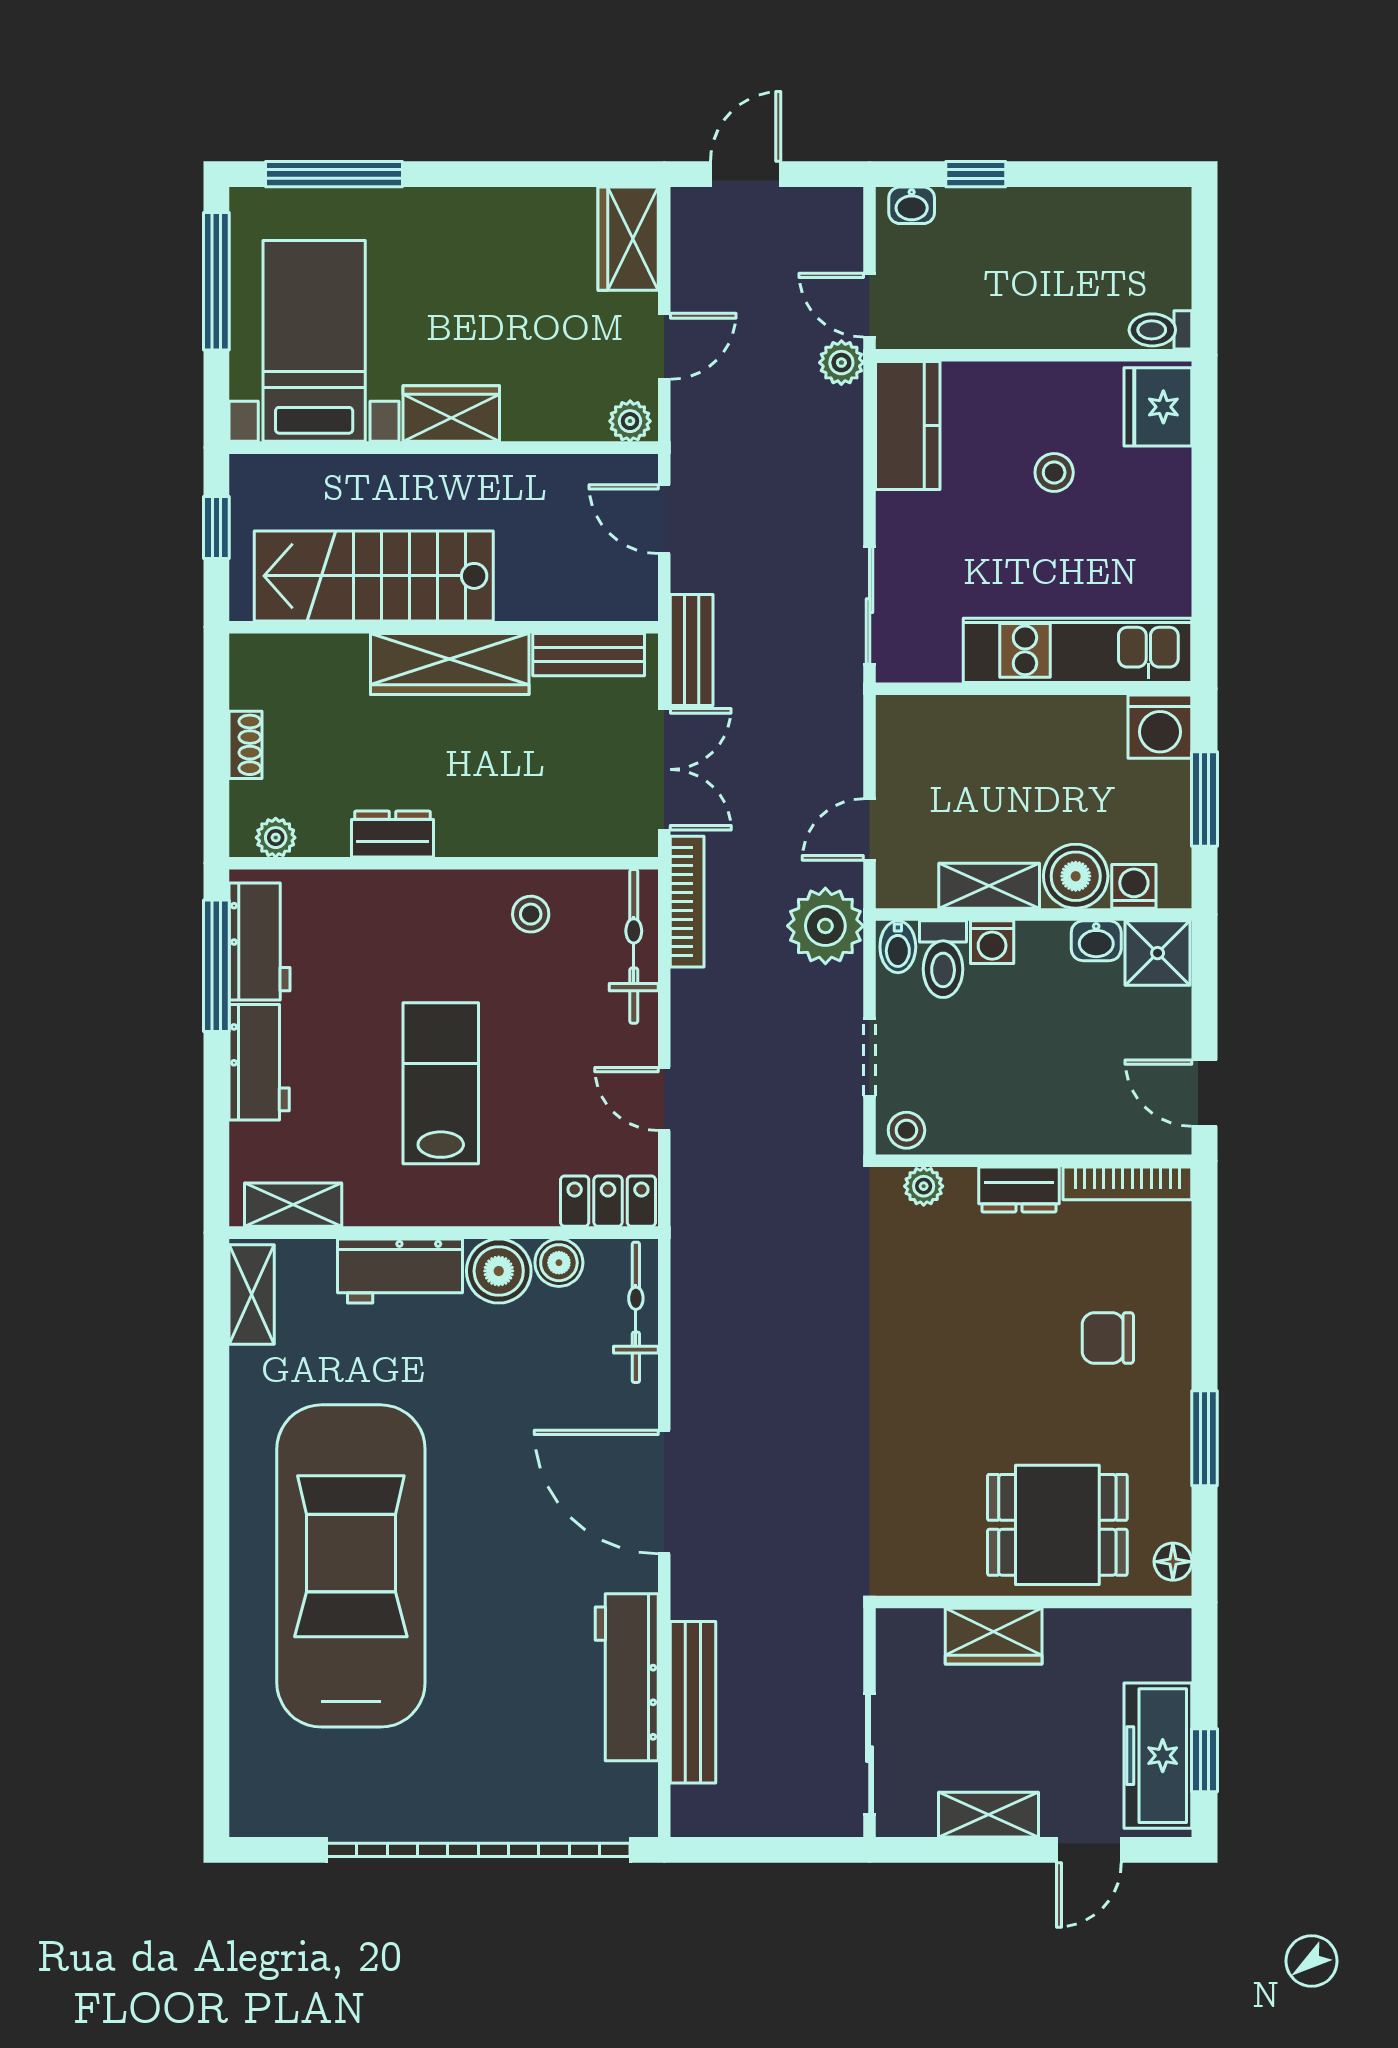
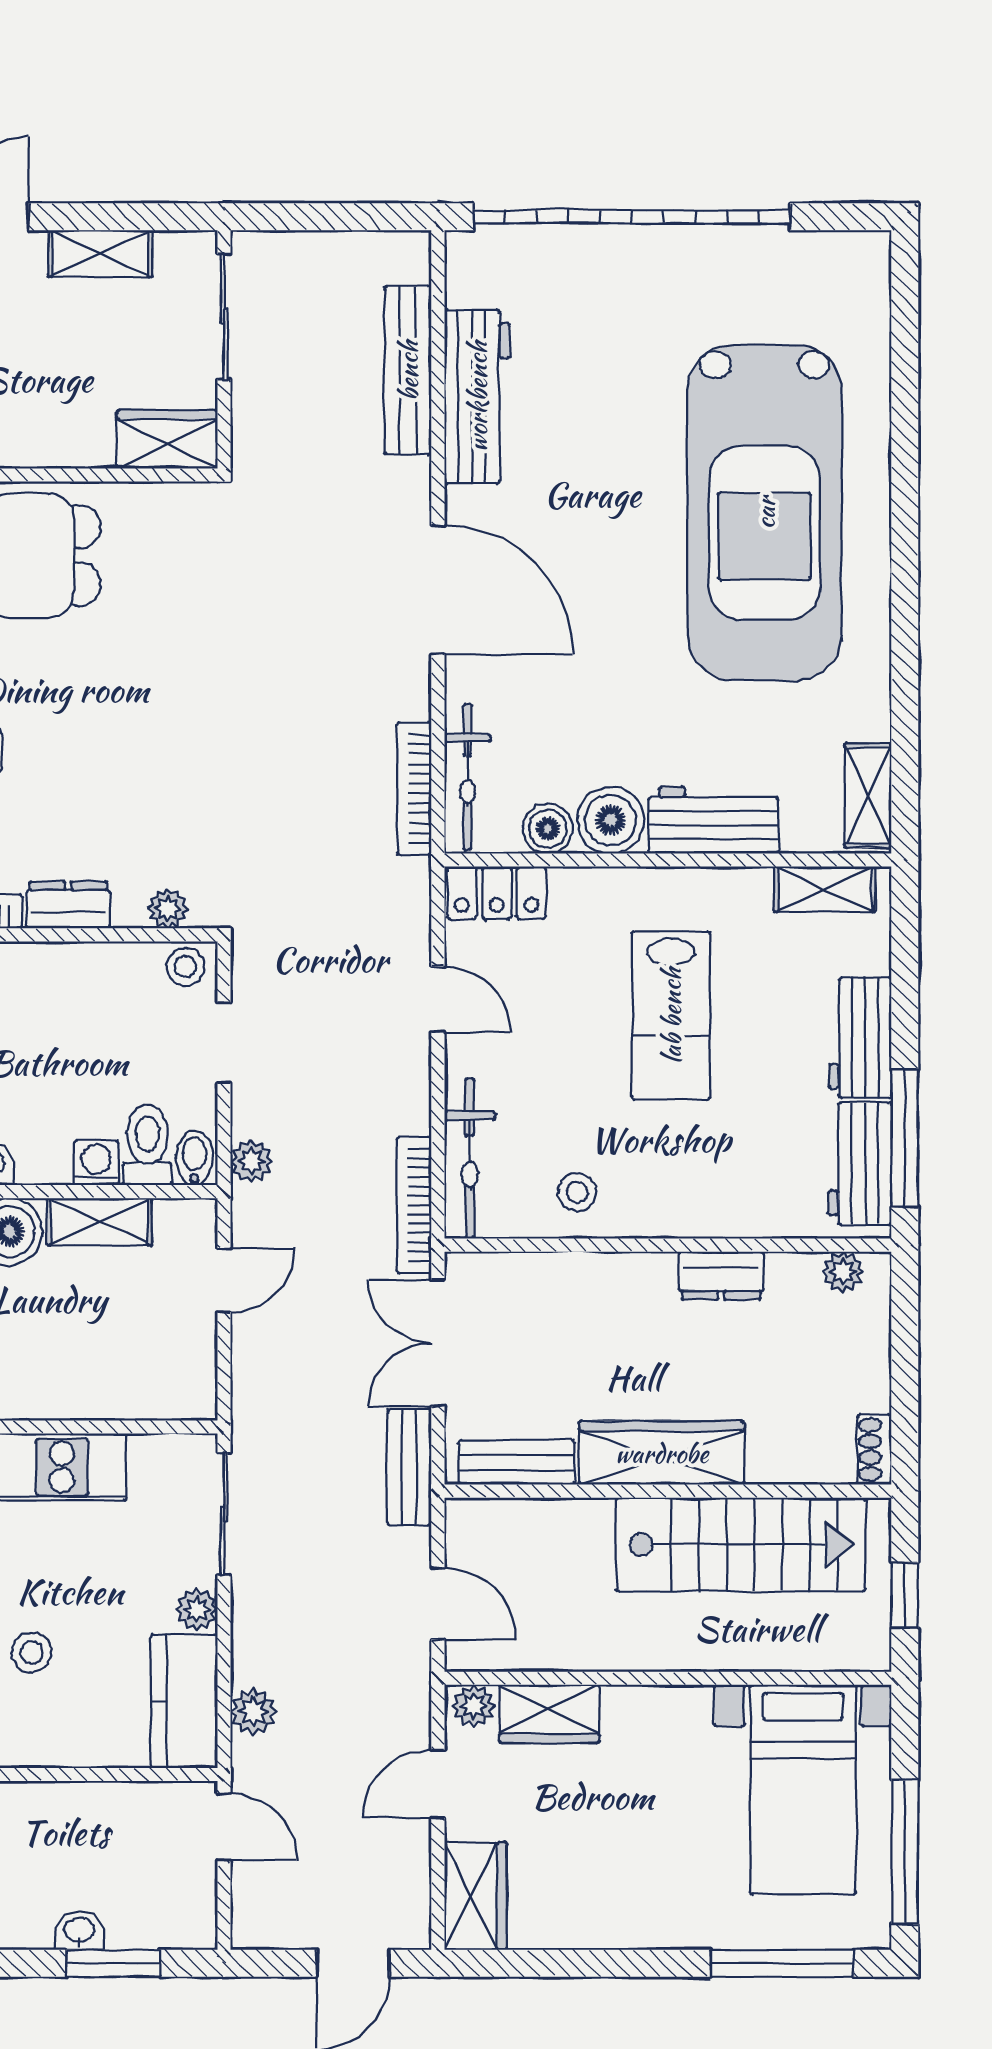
window: (976, 174) -> (113, 1963), width x1.50
washbasin: (912, 205) -> (79, 1931), moved
plant: (841, 363) -> (253, 1711), moved
wardrobe: (451, 413) -> (549, 1714), moved
plant: (896, 514) -> (197, 1610), added
shoe rack: (246, 745) -> (874, 1449), moved
plant: (825, 926) -> (252, 1161), width x0.53, depth x0.53
bookcase: (687, 1301) -> (414, 789), added
wardrobe: (994, 1636) -> (167, 439), moved

